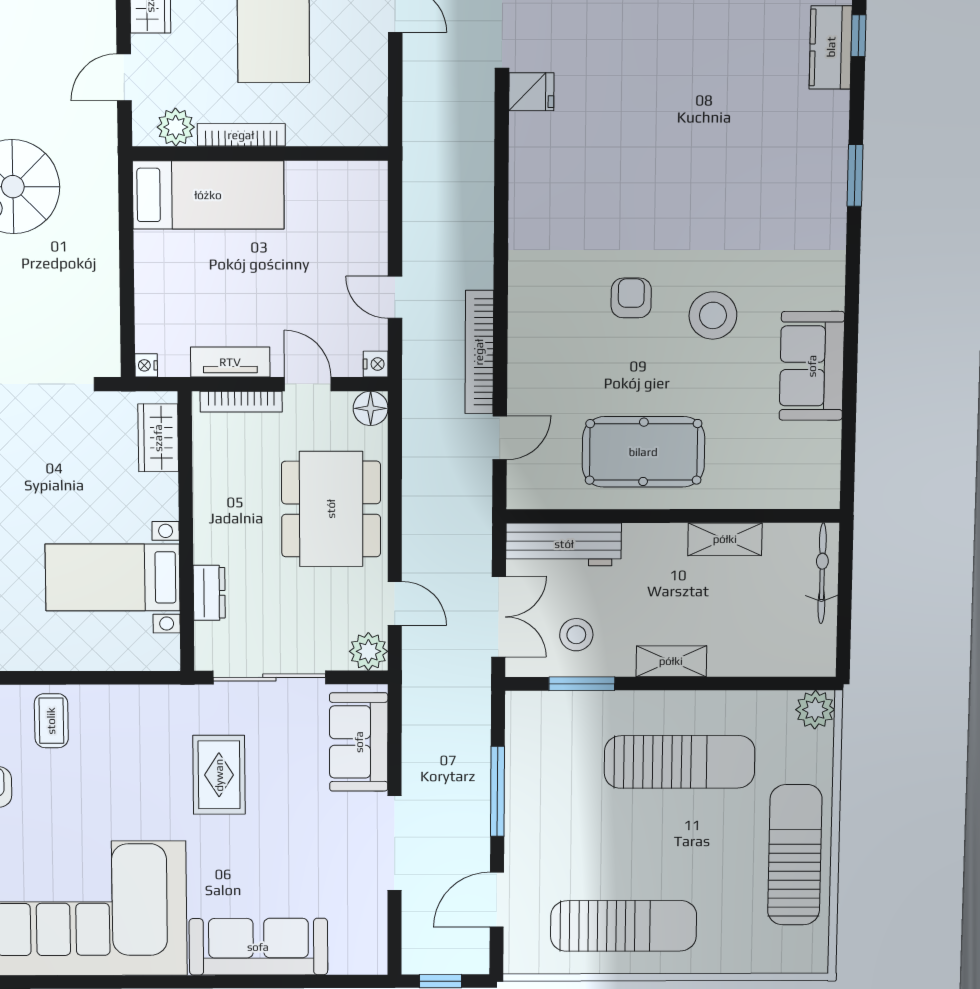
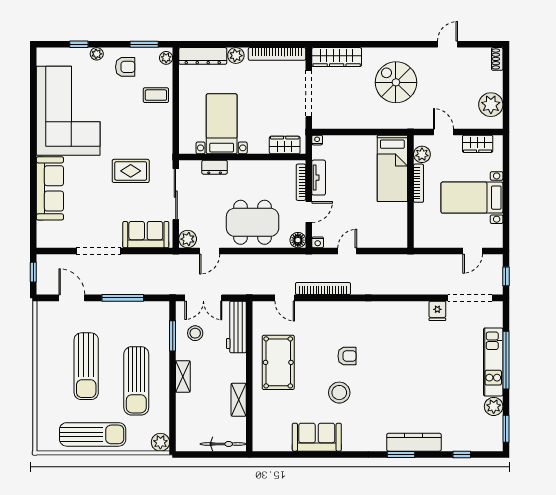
kitchen counter: (831, 47) -> (414, 442), moved, width x1.50
sun lounger: (624, 926) -> (86, 366), moved

